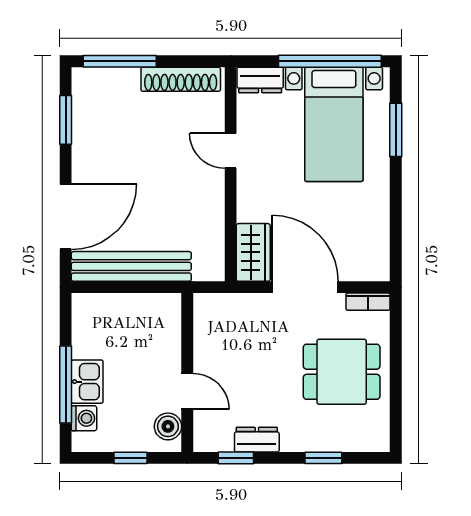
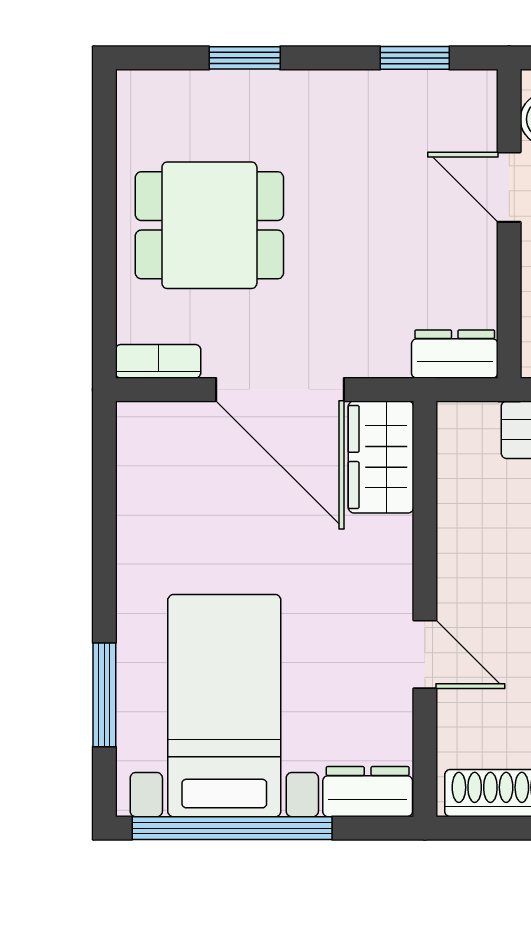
dresser: (257, 440) -> (455, 354), moved, turned 180

